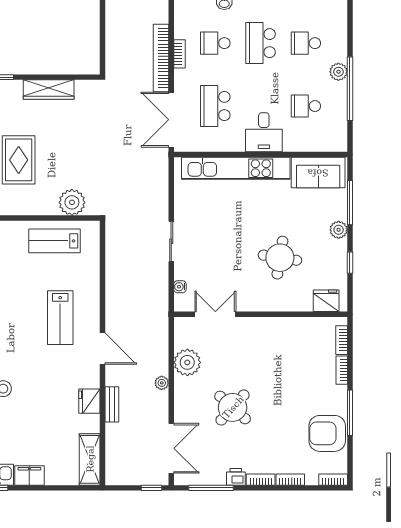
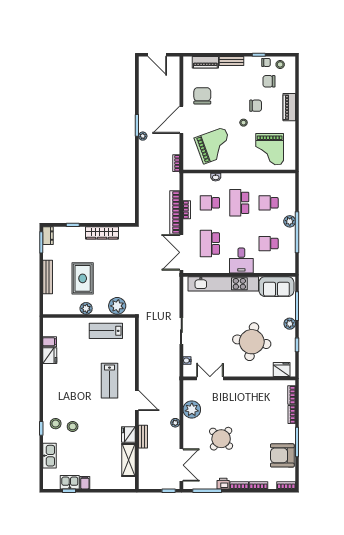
plant: (24, 206) -> (86, 308), added
round table: (280, 258) -> (252, 342), width x1.36, depth x1.36
shelving: (90, 459) -> (129, 460), moved
filing cabinet: (29, 475) -> (85, 483), width x0.50

